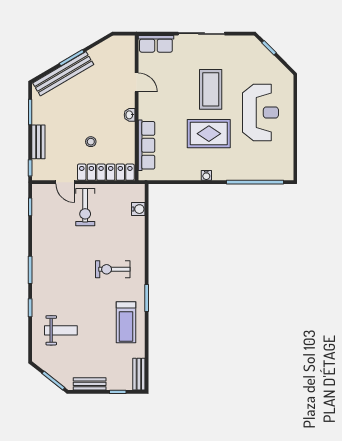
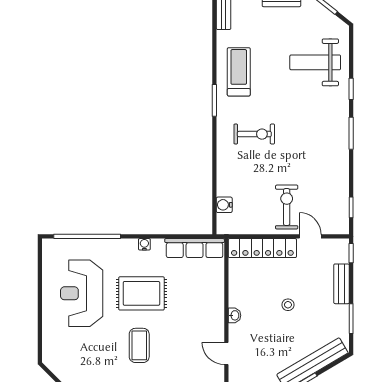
coffee table: (211, 89) -> (139, 345), width x0.73, depth x0.76
reception desk: (261, 113) -> (82, 293), moved
stool: (91, 142) -> (288, 305), moved
row of seats: (146, 145) -> (195, 248), moved, turned -90
weight bench: (61, 330) -> (315, 62), width x1.36, depth x1.33

